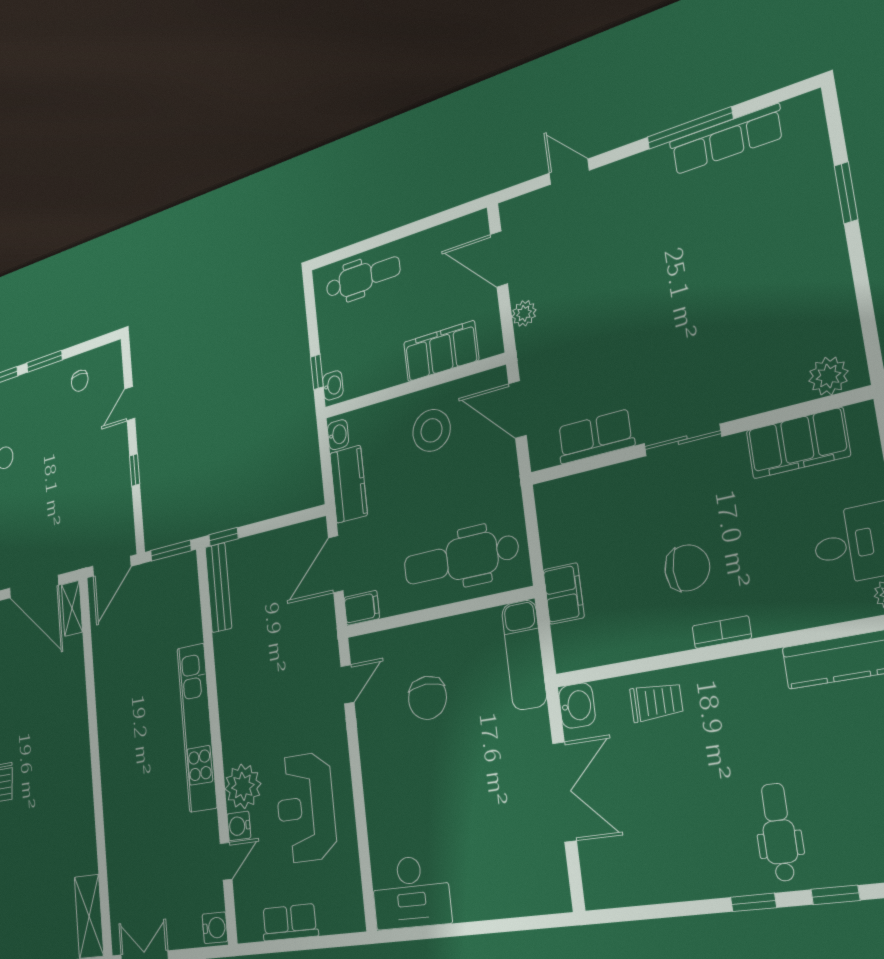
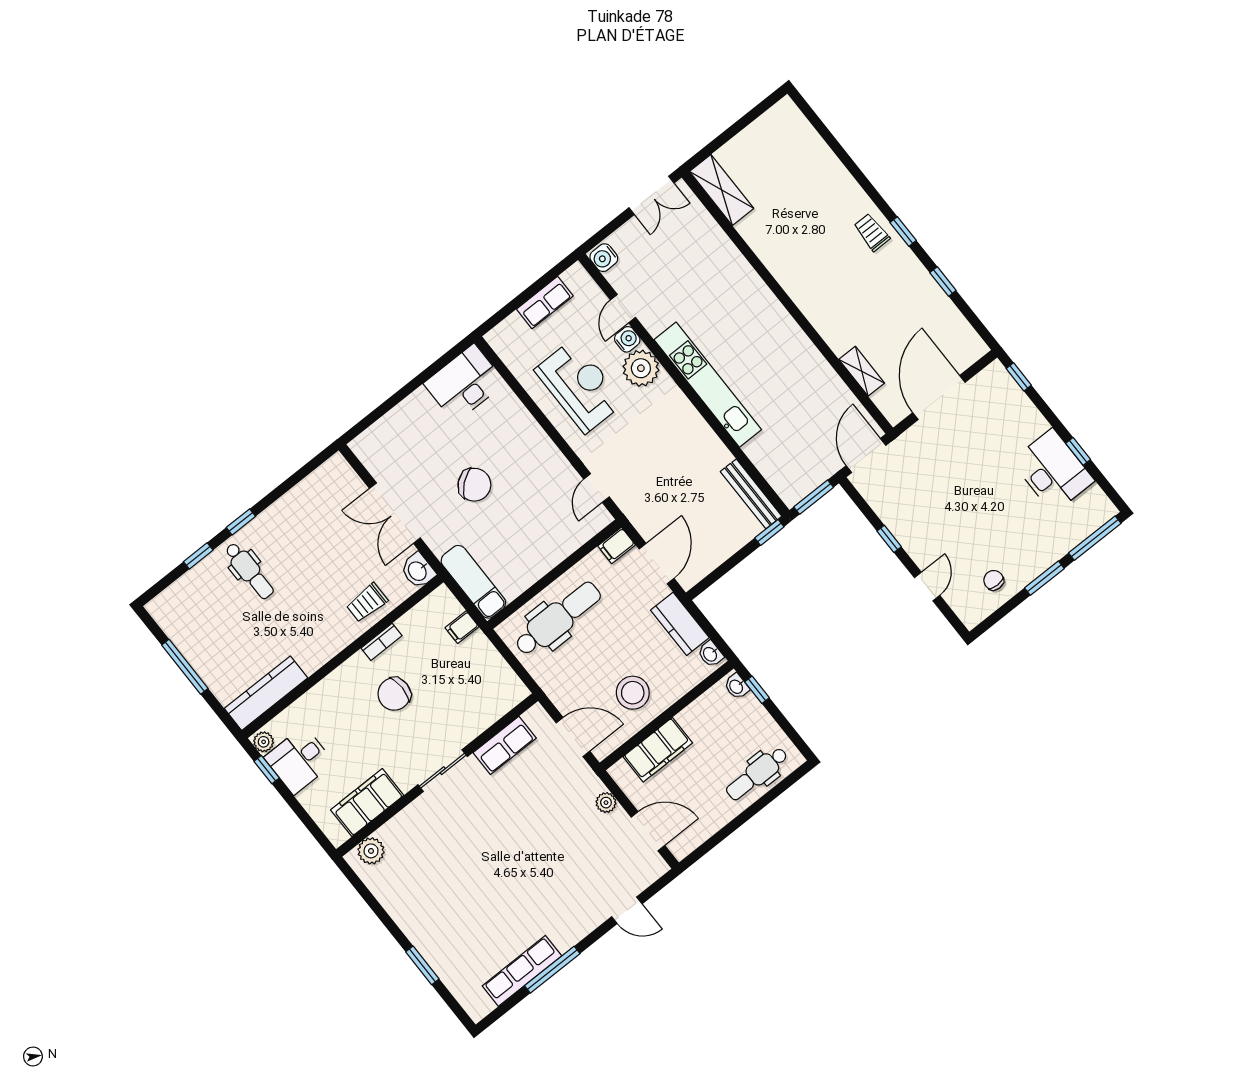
door: (34, 587) -> (939, 398), hinge flipped
filing cabinet: (564, 594) -> (462, 627), width x0.50
shelving: (72, 608) -> (862, 371), moved
bookcase: (722, 632) -> (381, 642), moved
chair: (427, 698) -> (474, 485), moved, turned 140

